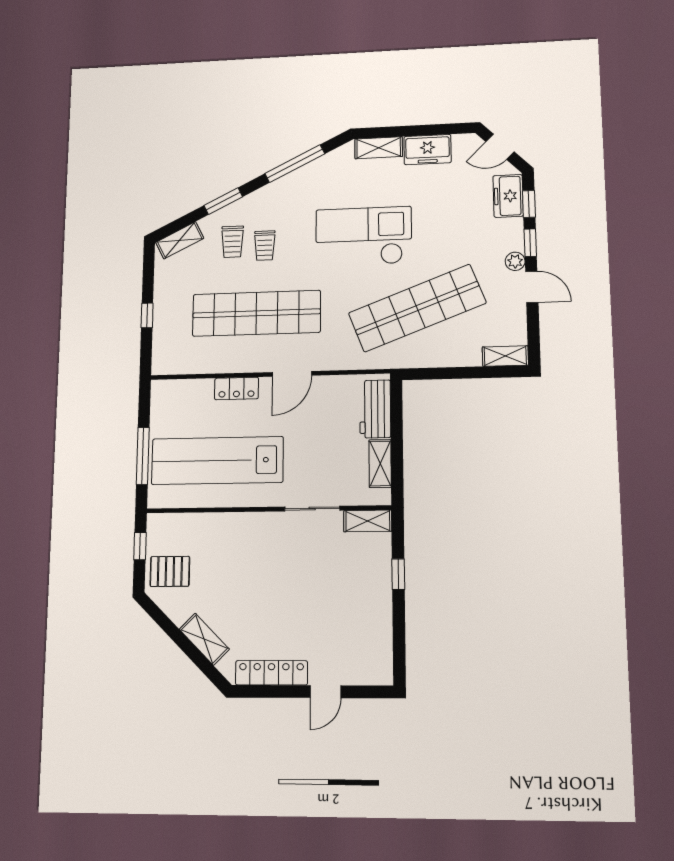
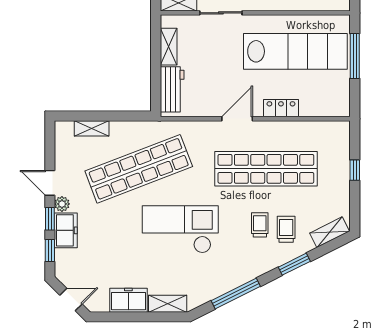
freezer: (508, 196) -> (66, 230), moved
checkout: (364, 236) -> (180, 229), turned 180
shelving: (505, 356) -> (92, 128), moved

